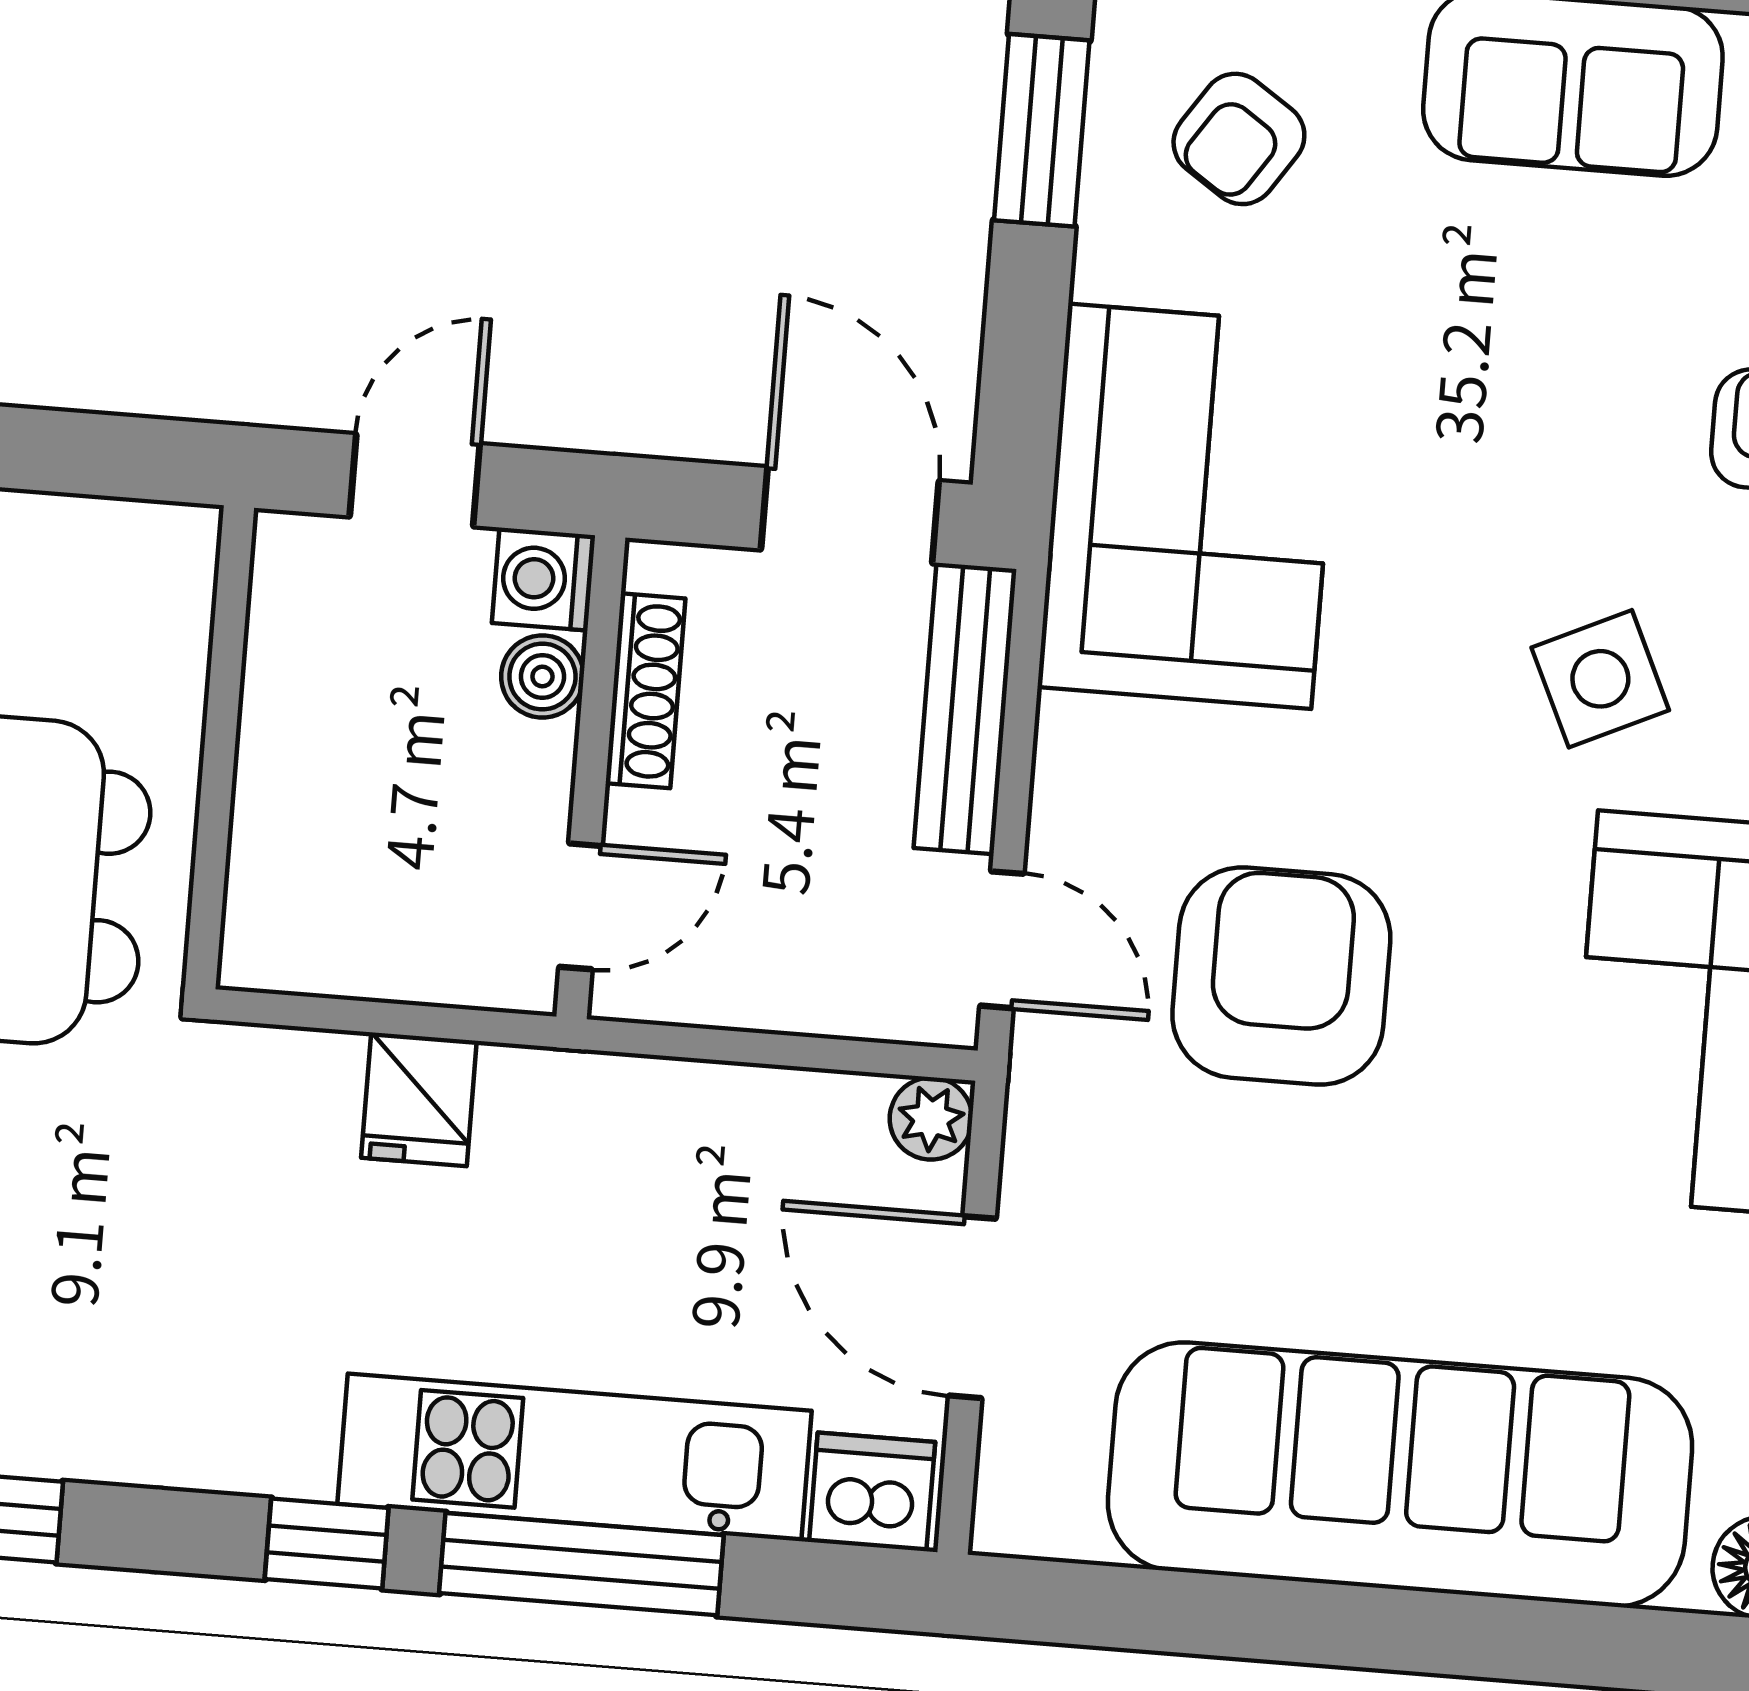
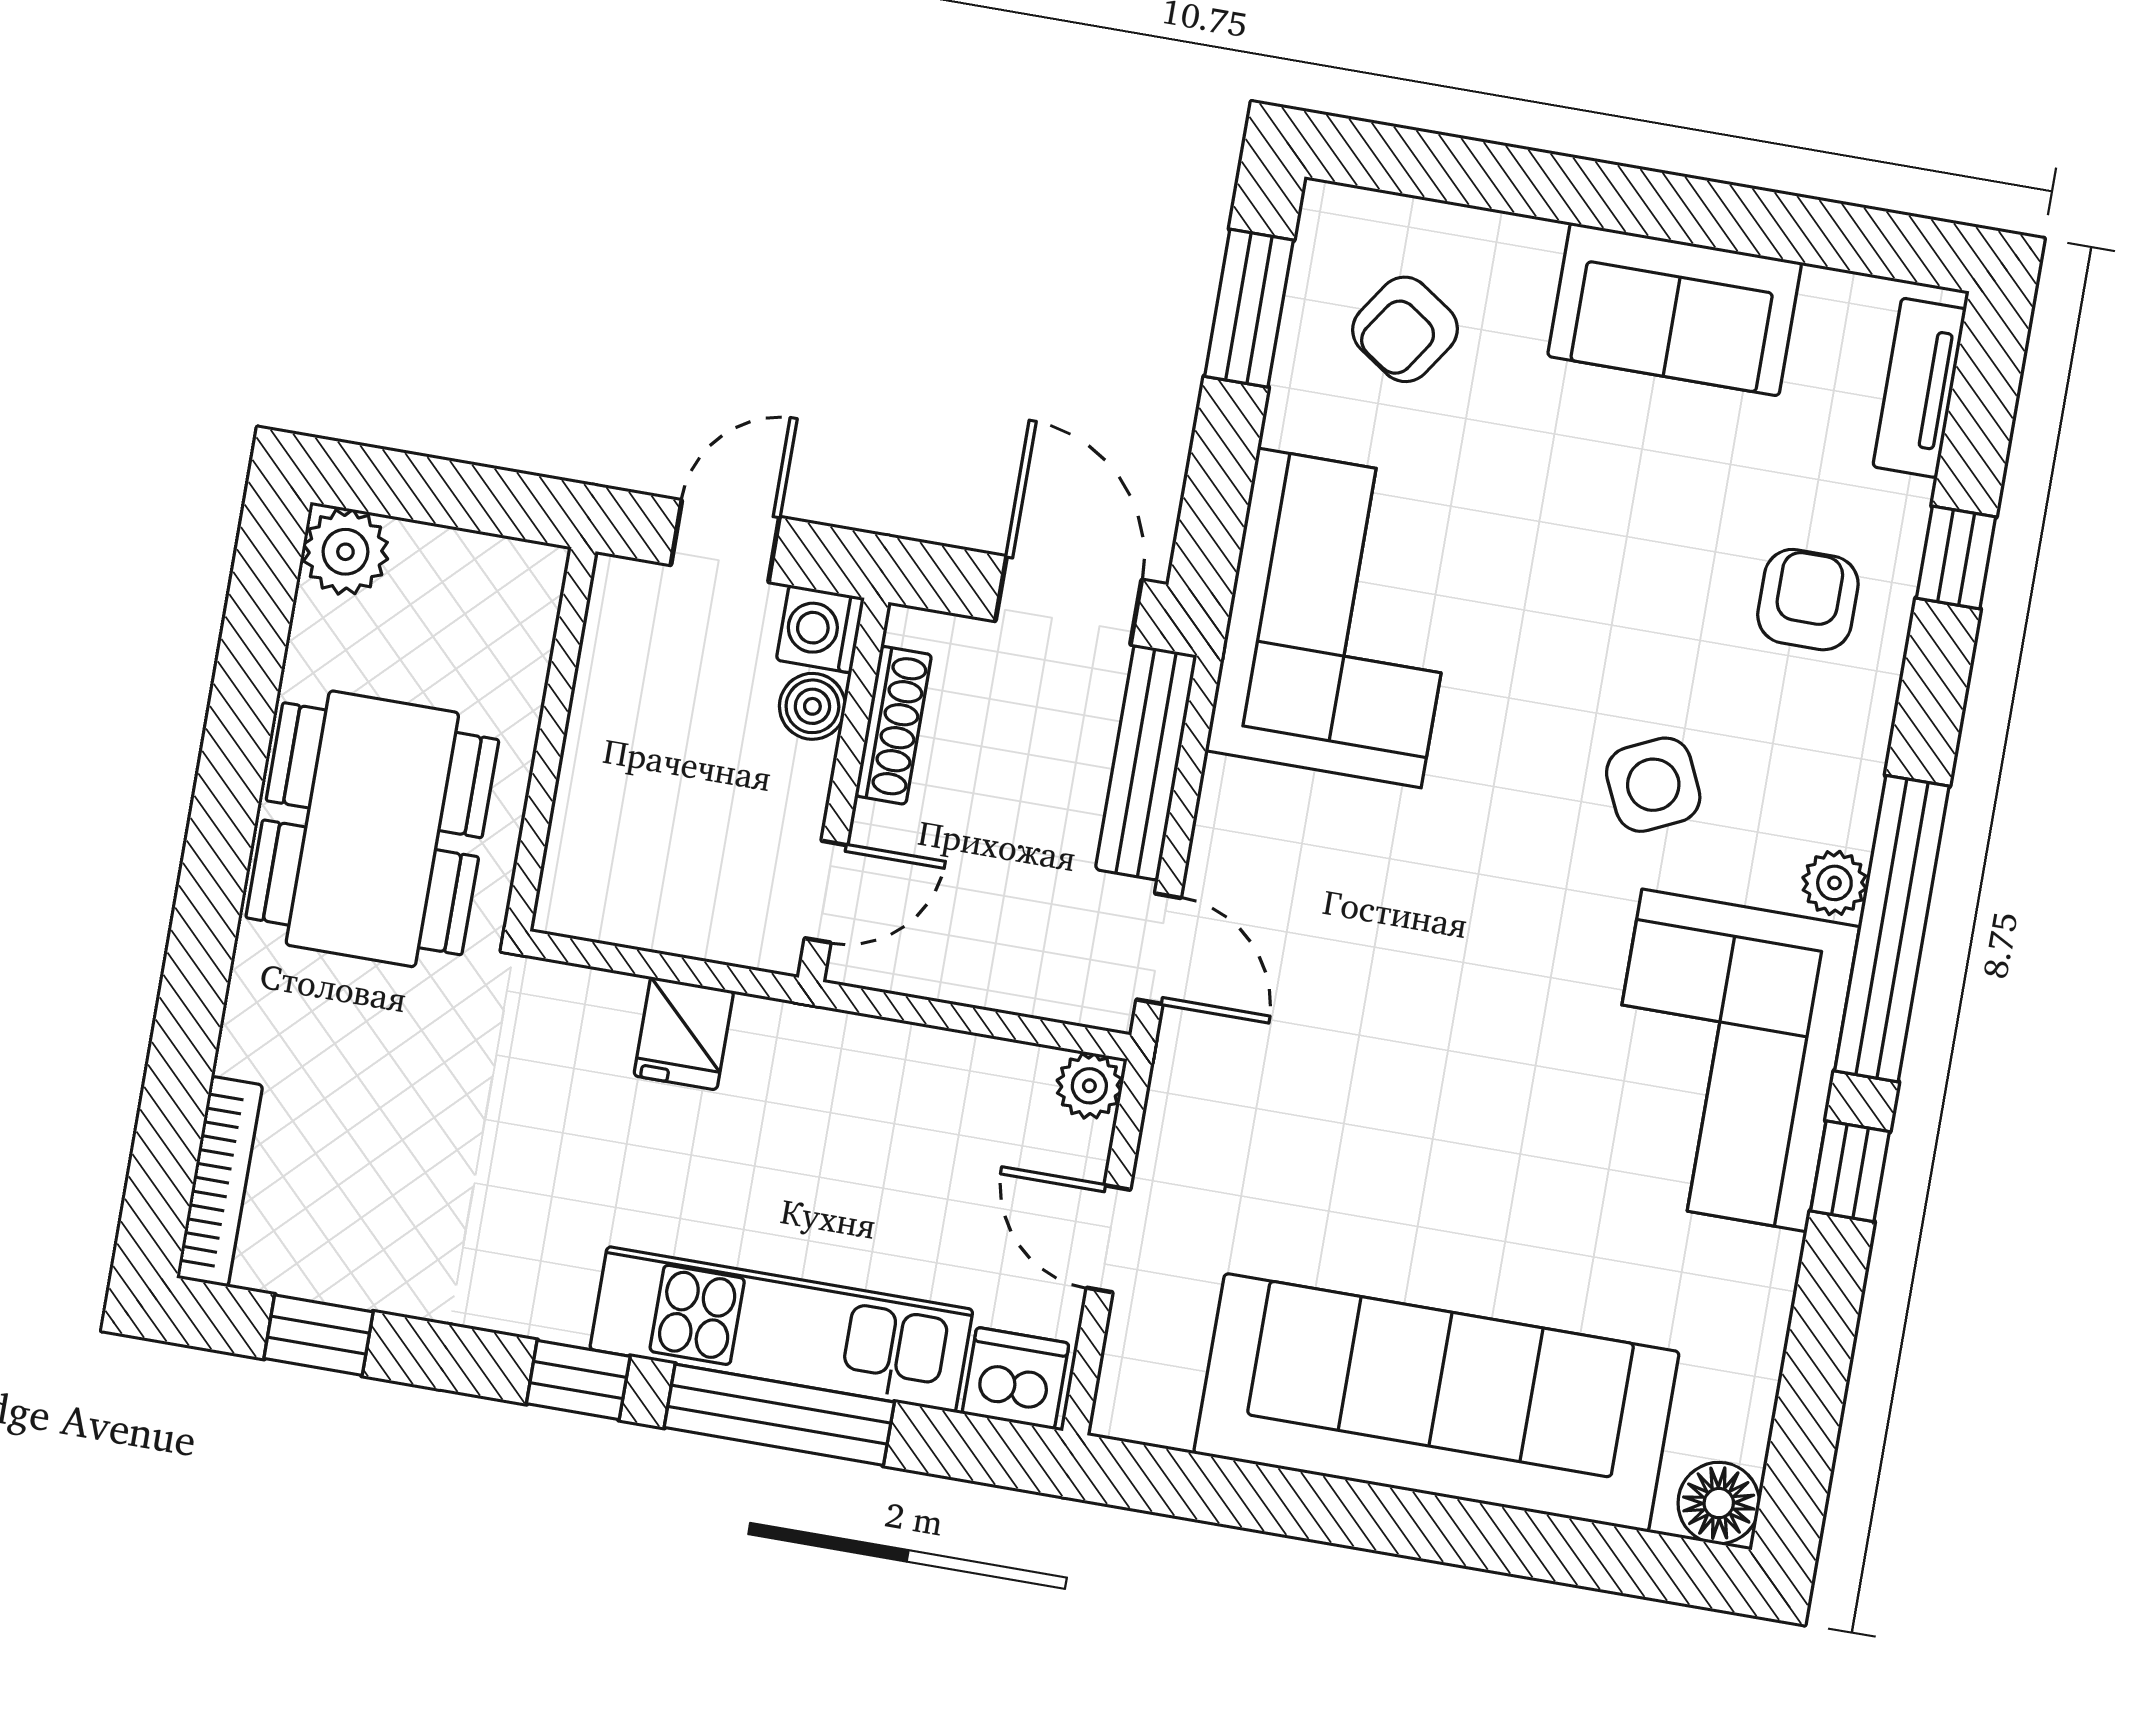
armchair: (1281, 976) -> (1378, 998), removed
door: (972, 1307) -> (1109, 1239), width x0.73

